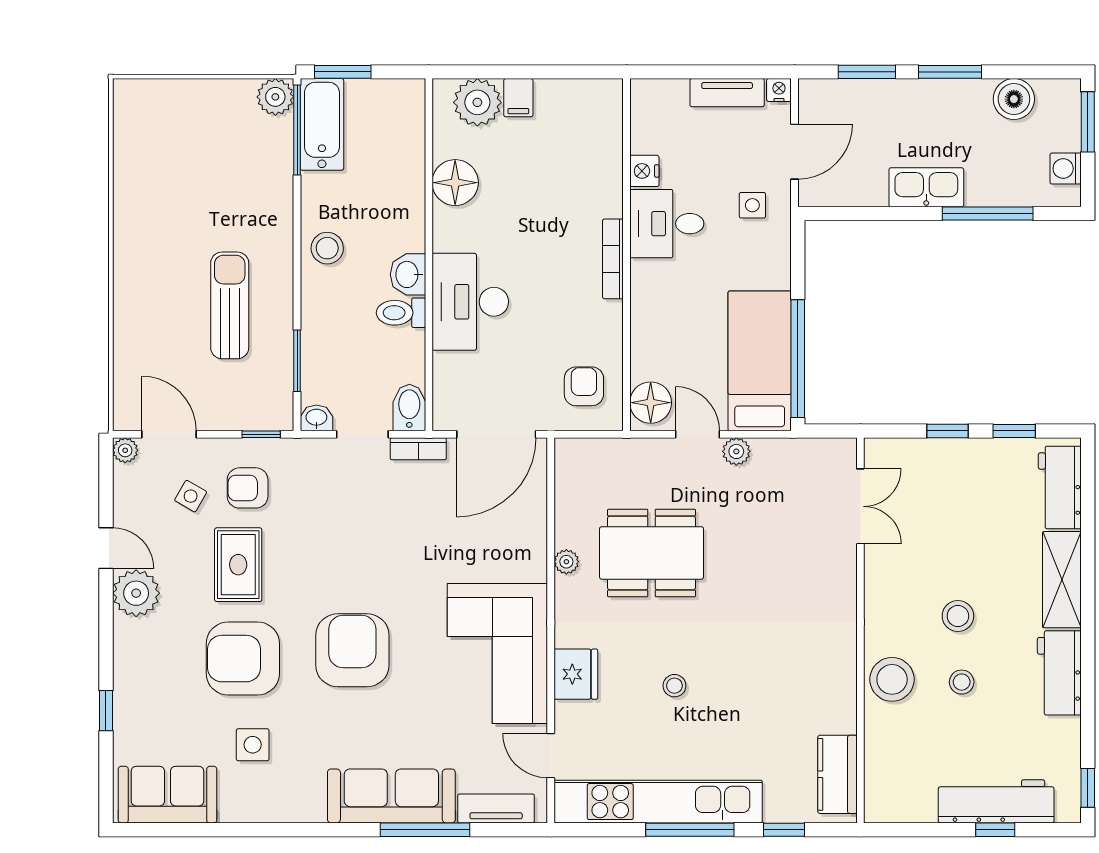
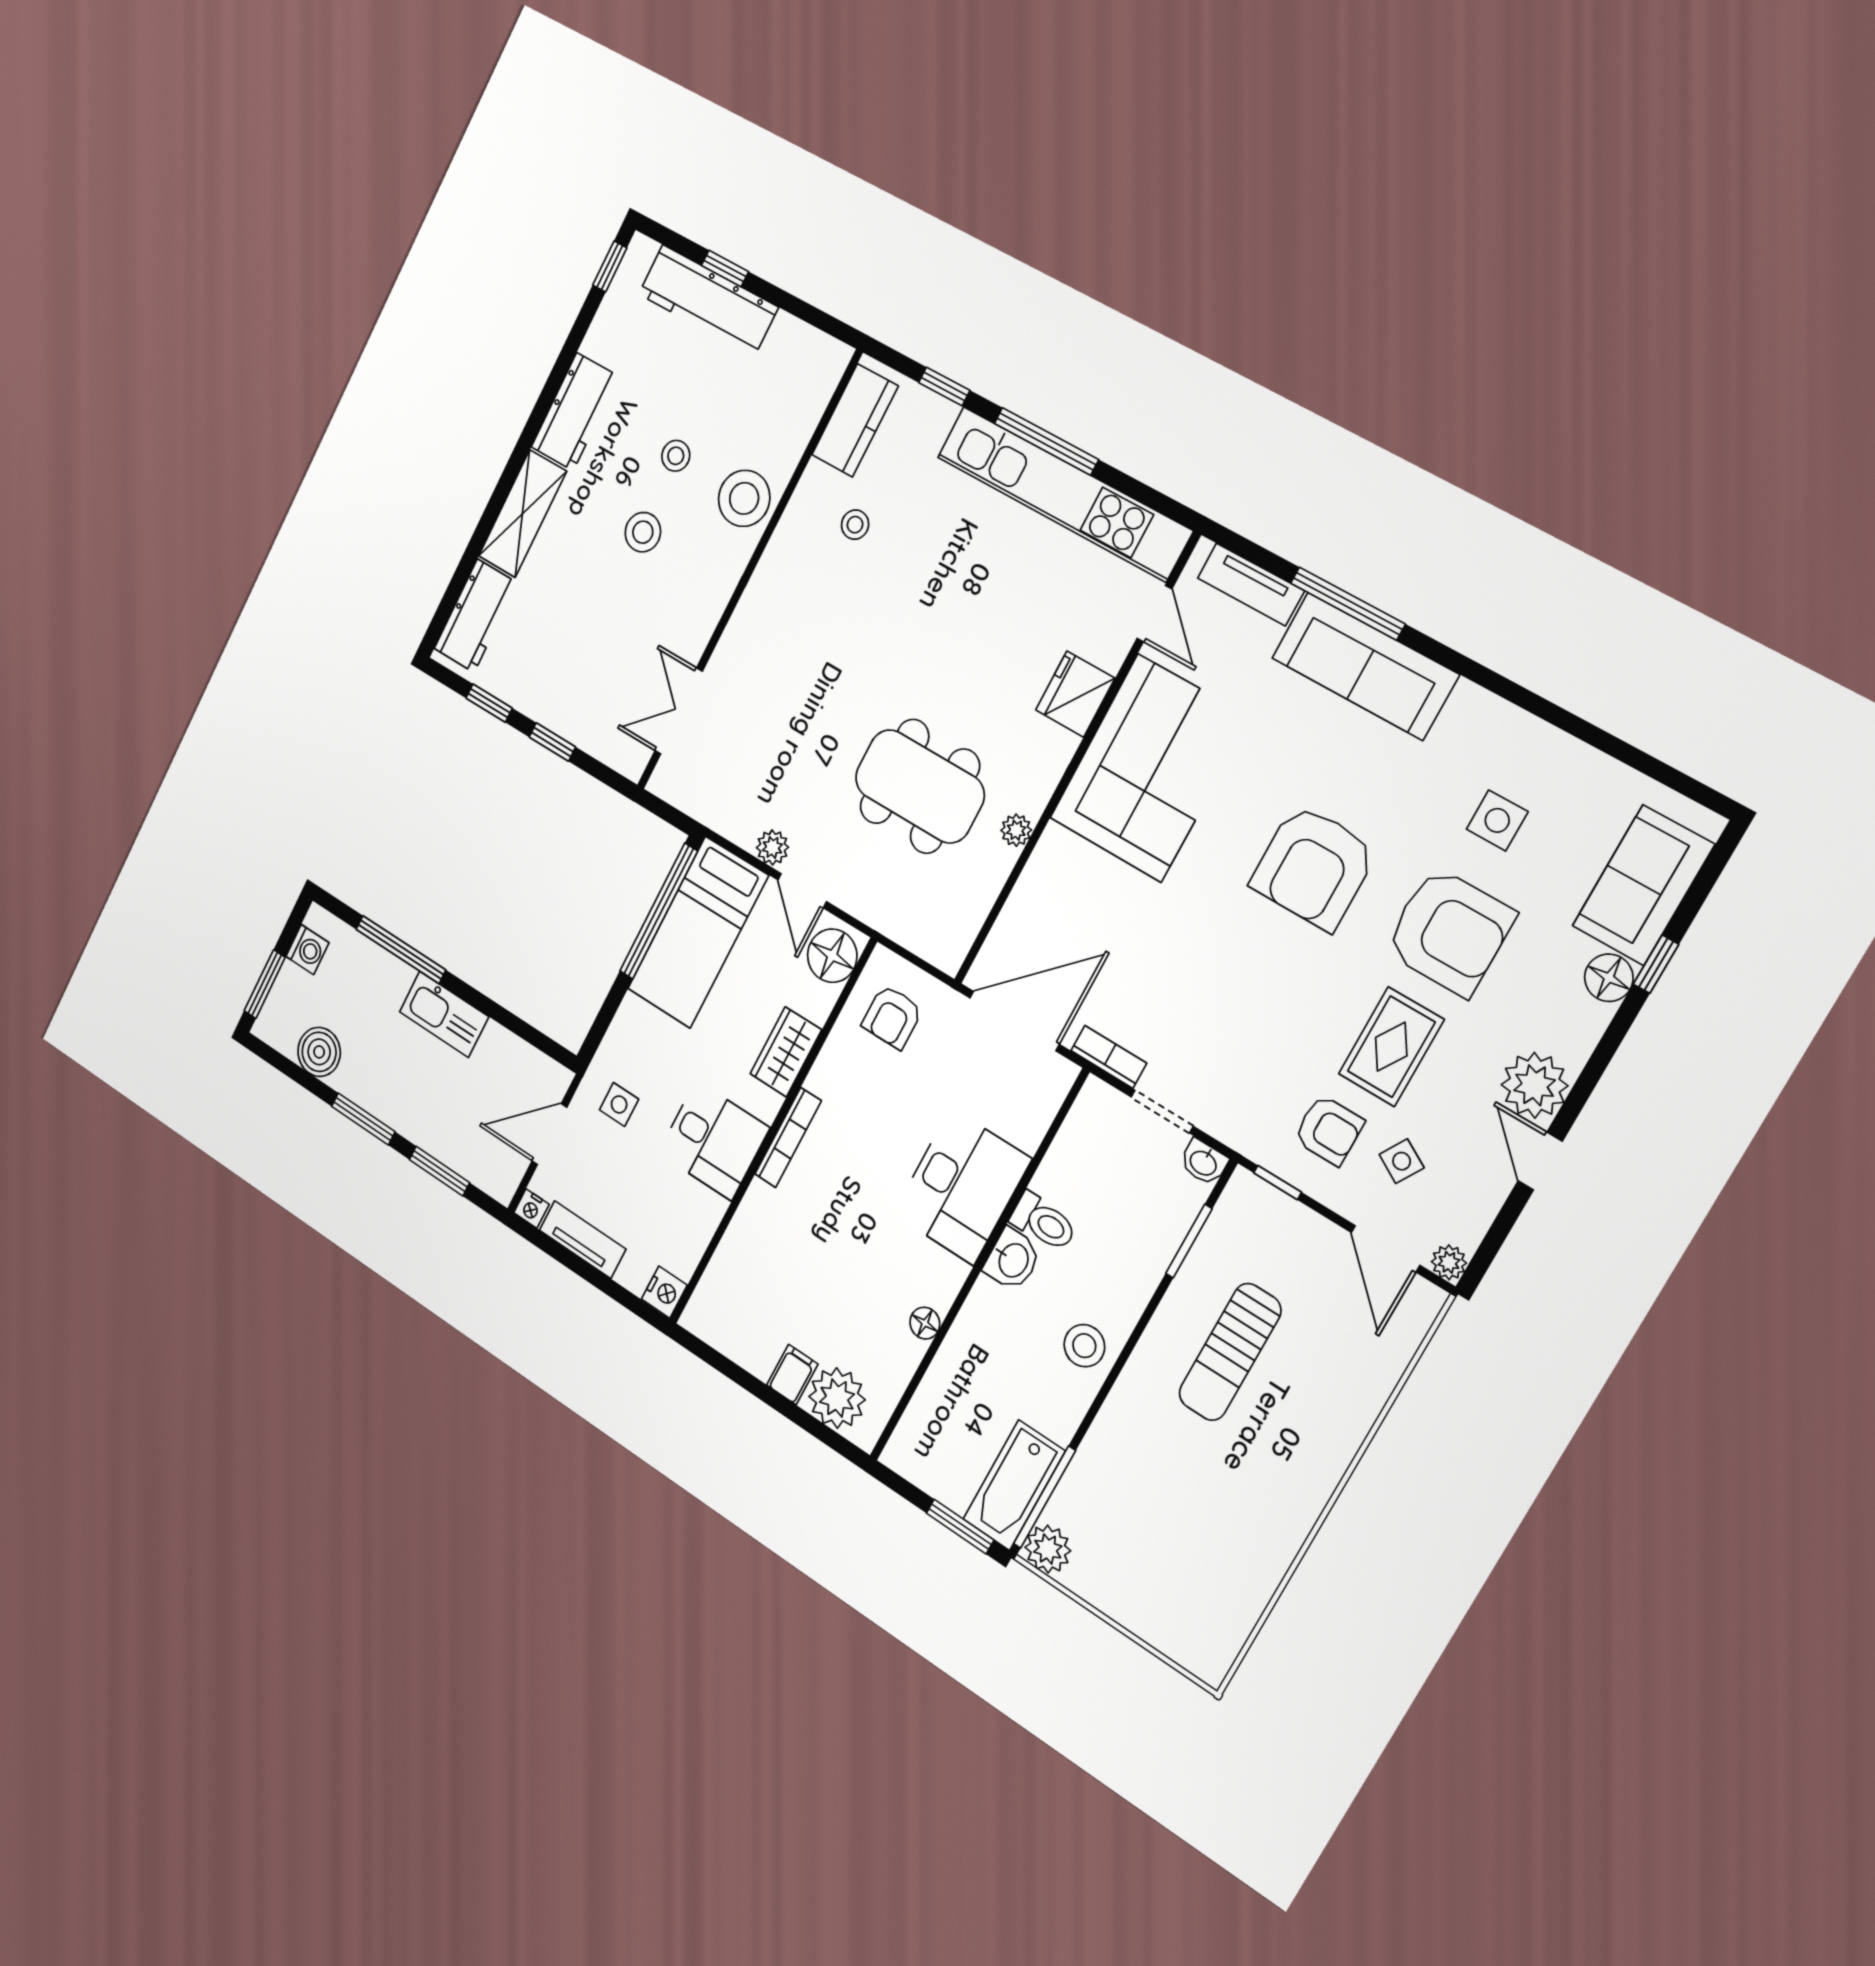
nightstand: (644, 171) -> (664, 1292), moved
floor lamp: (455, 183) -> (925, 1323), width x0.53, depth x0.53
wardrobe: (648, 317) -> (786, 1052), added
bidet: (409, 408) -> (1093, 1110), removed
floor lamp: (129, 686) -> (1609, 978), added
stool: (674, 686) -> (855, 525), moved
sofa: (167, 795) -> (1643, 885), moved, turned 90

